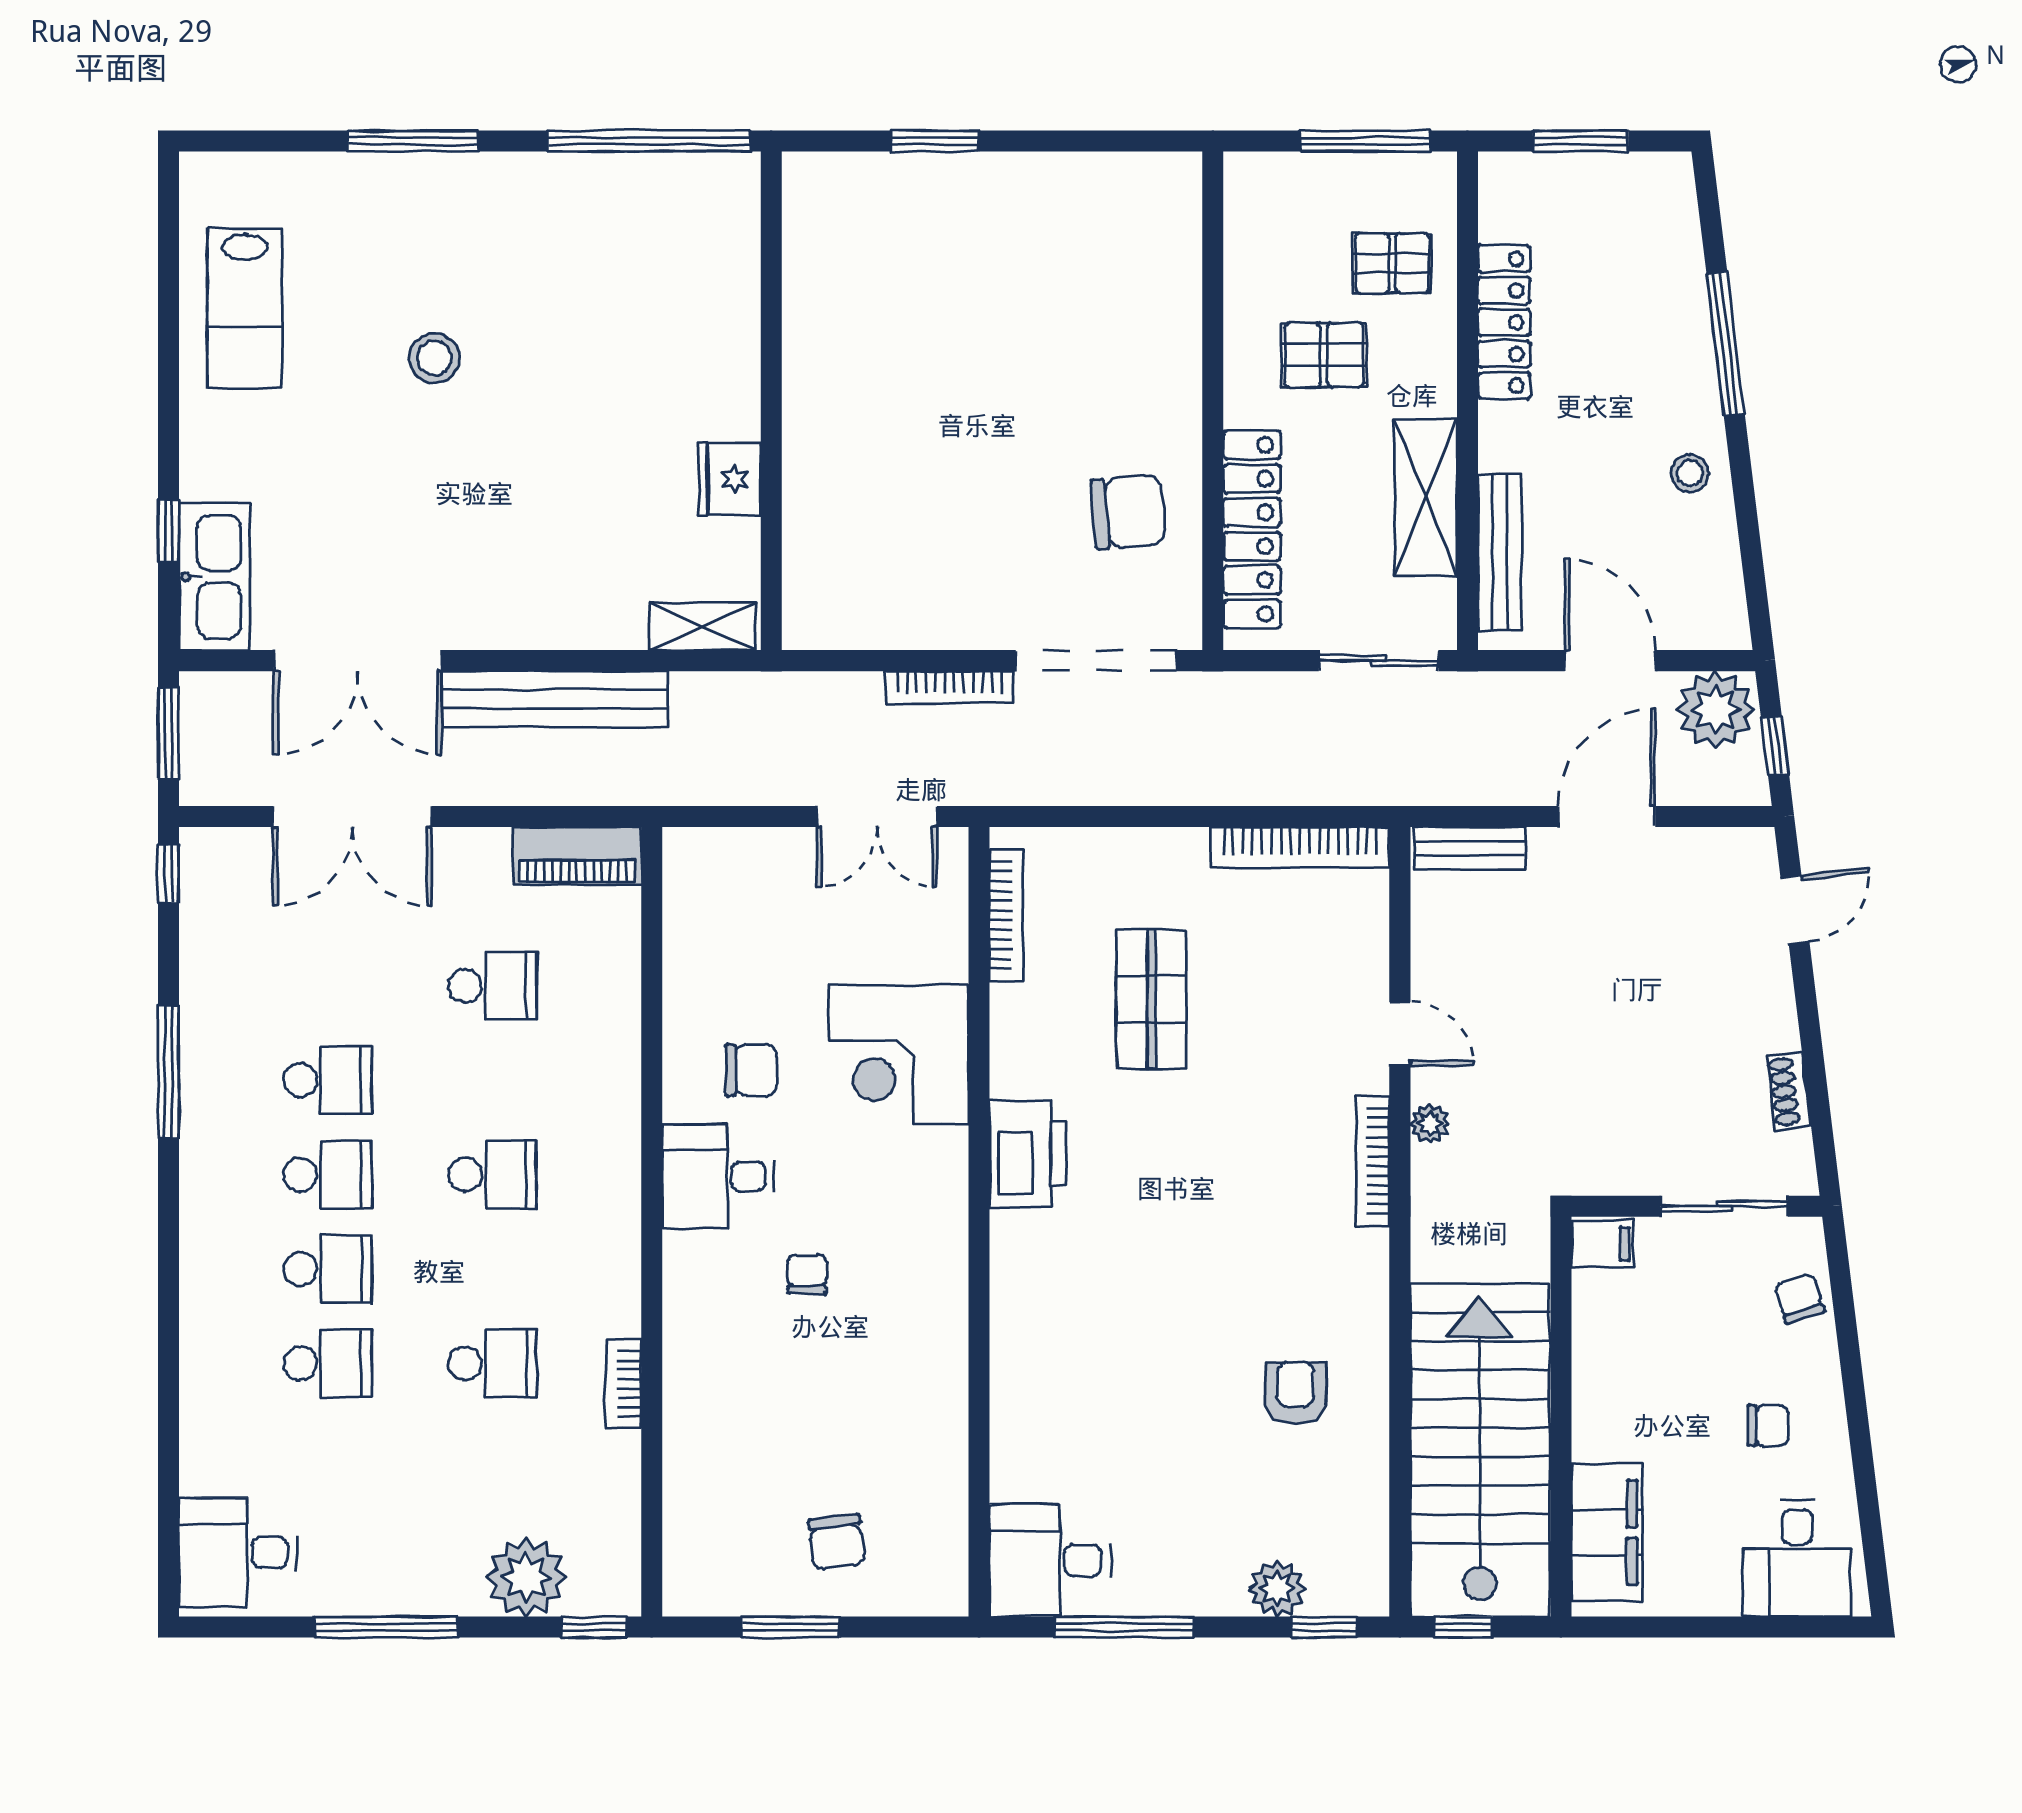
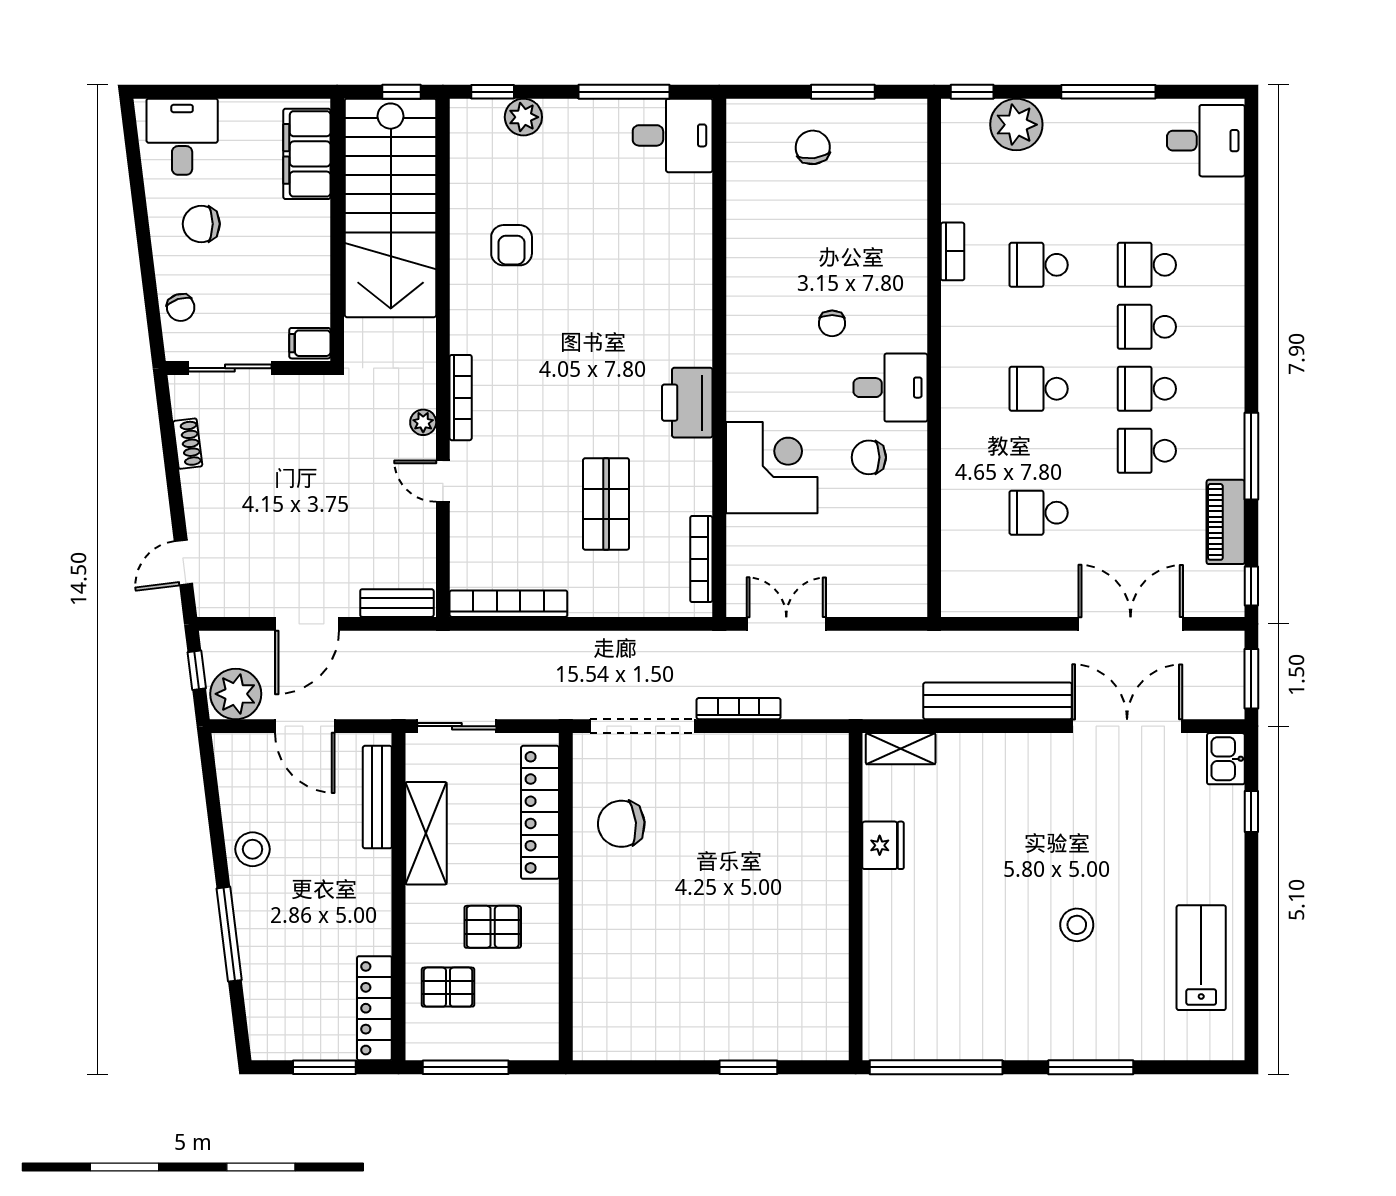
locker: (1504, 322) -> (374, 1008), moved
stool: (1690, 473) -> (253, 849), width x1.37, depth x1.37
kitchen sink: (214, 577) -> (1226, 759), width x0.53, depth x0.81
piano: (577, 856) -> (1226, 522), moved, turned -90
chair: (1768, 1426) -> (201, 224), width x1.37, depth x1.37

